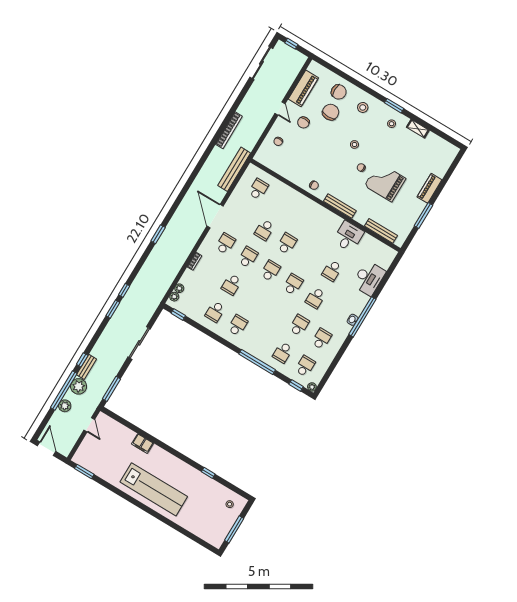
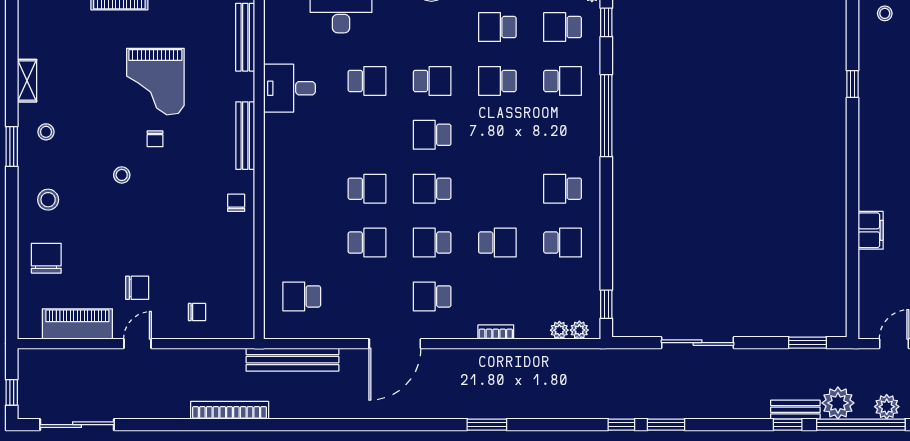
chair: (331, 112) -> (90, 251), removed
school desk: (287, 244) -> (367, 189), turned 180
window: (112, 389) -> (808, 343), width x0.69

